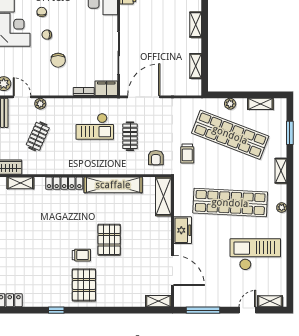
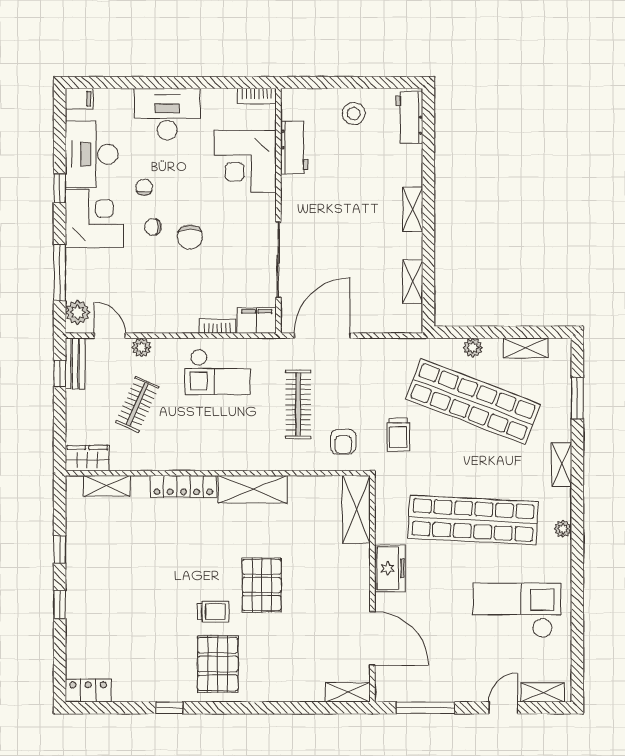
chair: (58, 60) -> (190, 237), moved
checkout: (95, 126) -> (218, 372), moved
clothes rail: (130, 136) -> (298, 404), width x1.36
shelving: (113, 185) -> (253, 489), width x0.68

